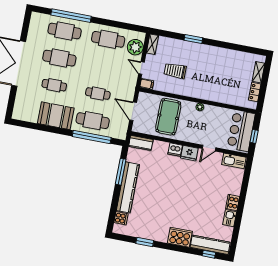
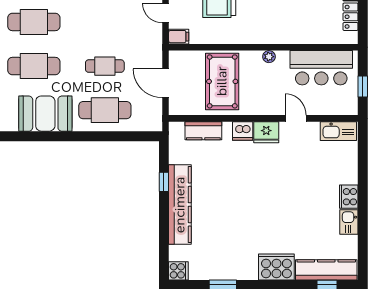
cafe table: (54, 85) -> (34, 66), width x1.37, depth x1.35
bar counter: (241, 131) -> (321, 68), moved, turned -90
window: (92, 137) -> (108, 136), removed
kitchen counter: (141, 143) -> (203, 131), moved
door: (209, 148) -> (296, 118), swing flipped
window: (121, 172) -> (164, 182), width x0.46
cooker: (121, 218) -> (178, 271), moved

